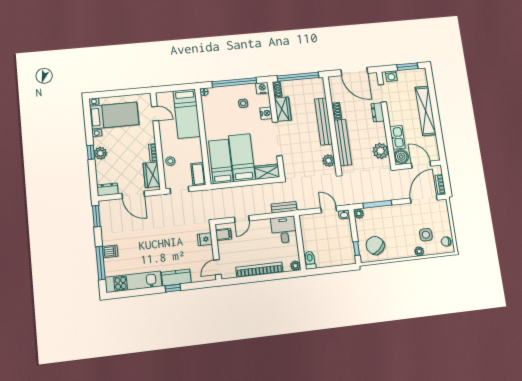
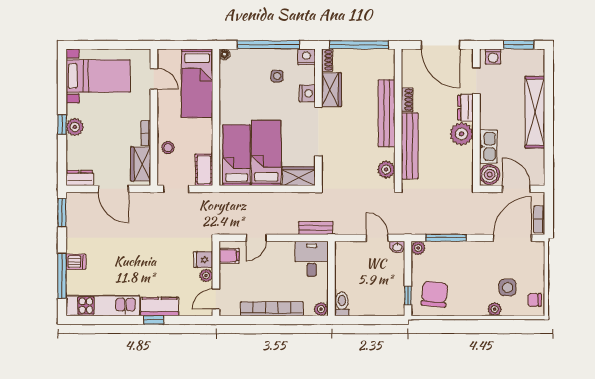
plant: (381, 151) -> (461, 134), moved
chair: (375, 245) -> (434, 294), turned 49
plant: (208, 251) -> (206, 275), added

